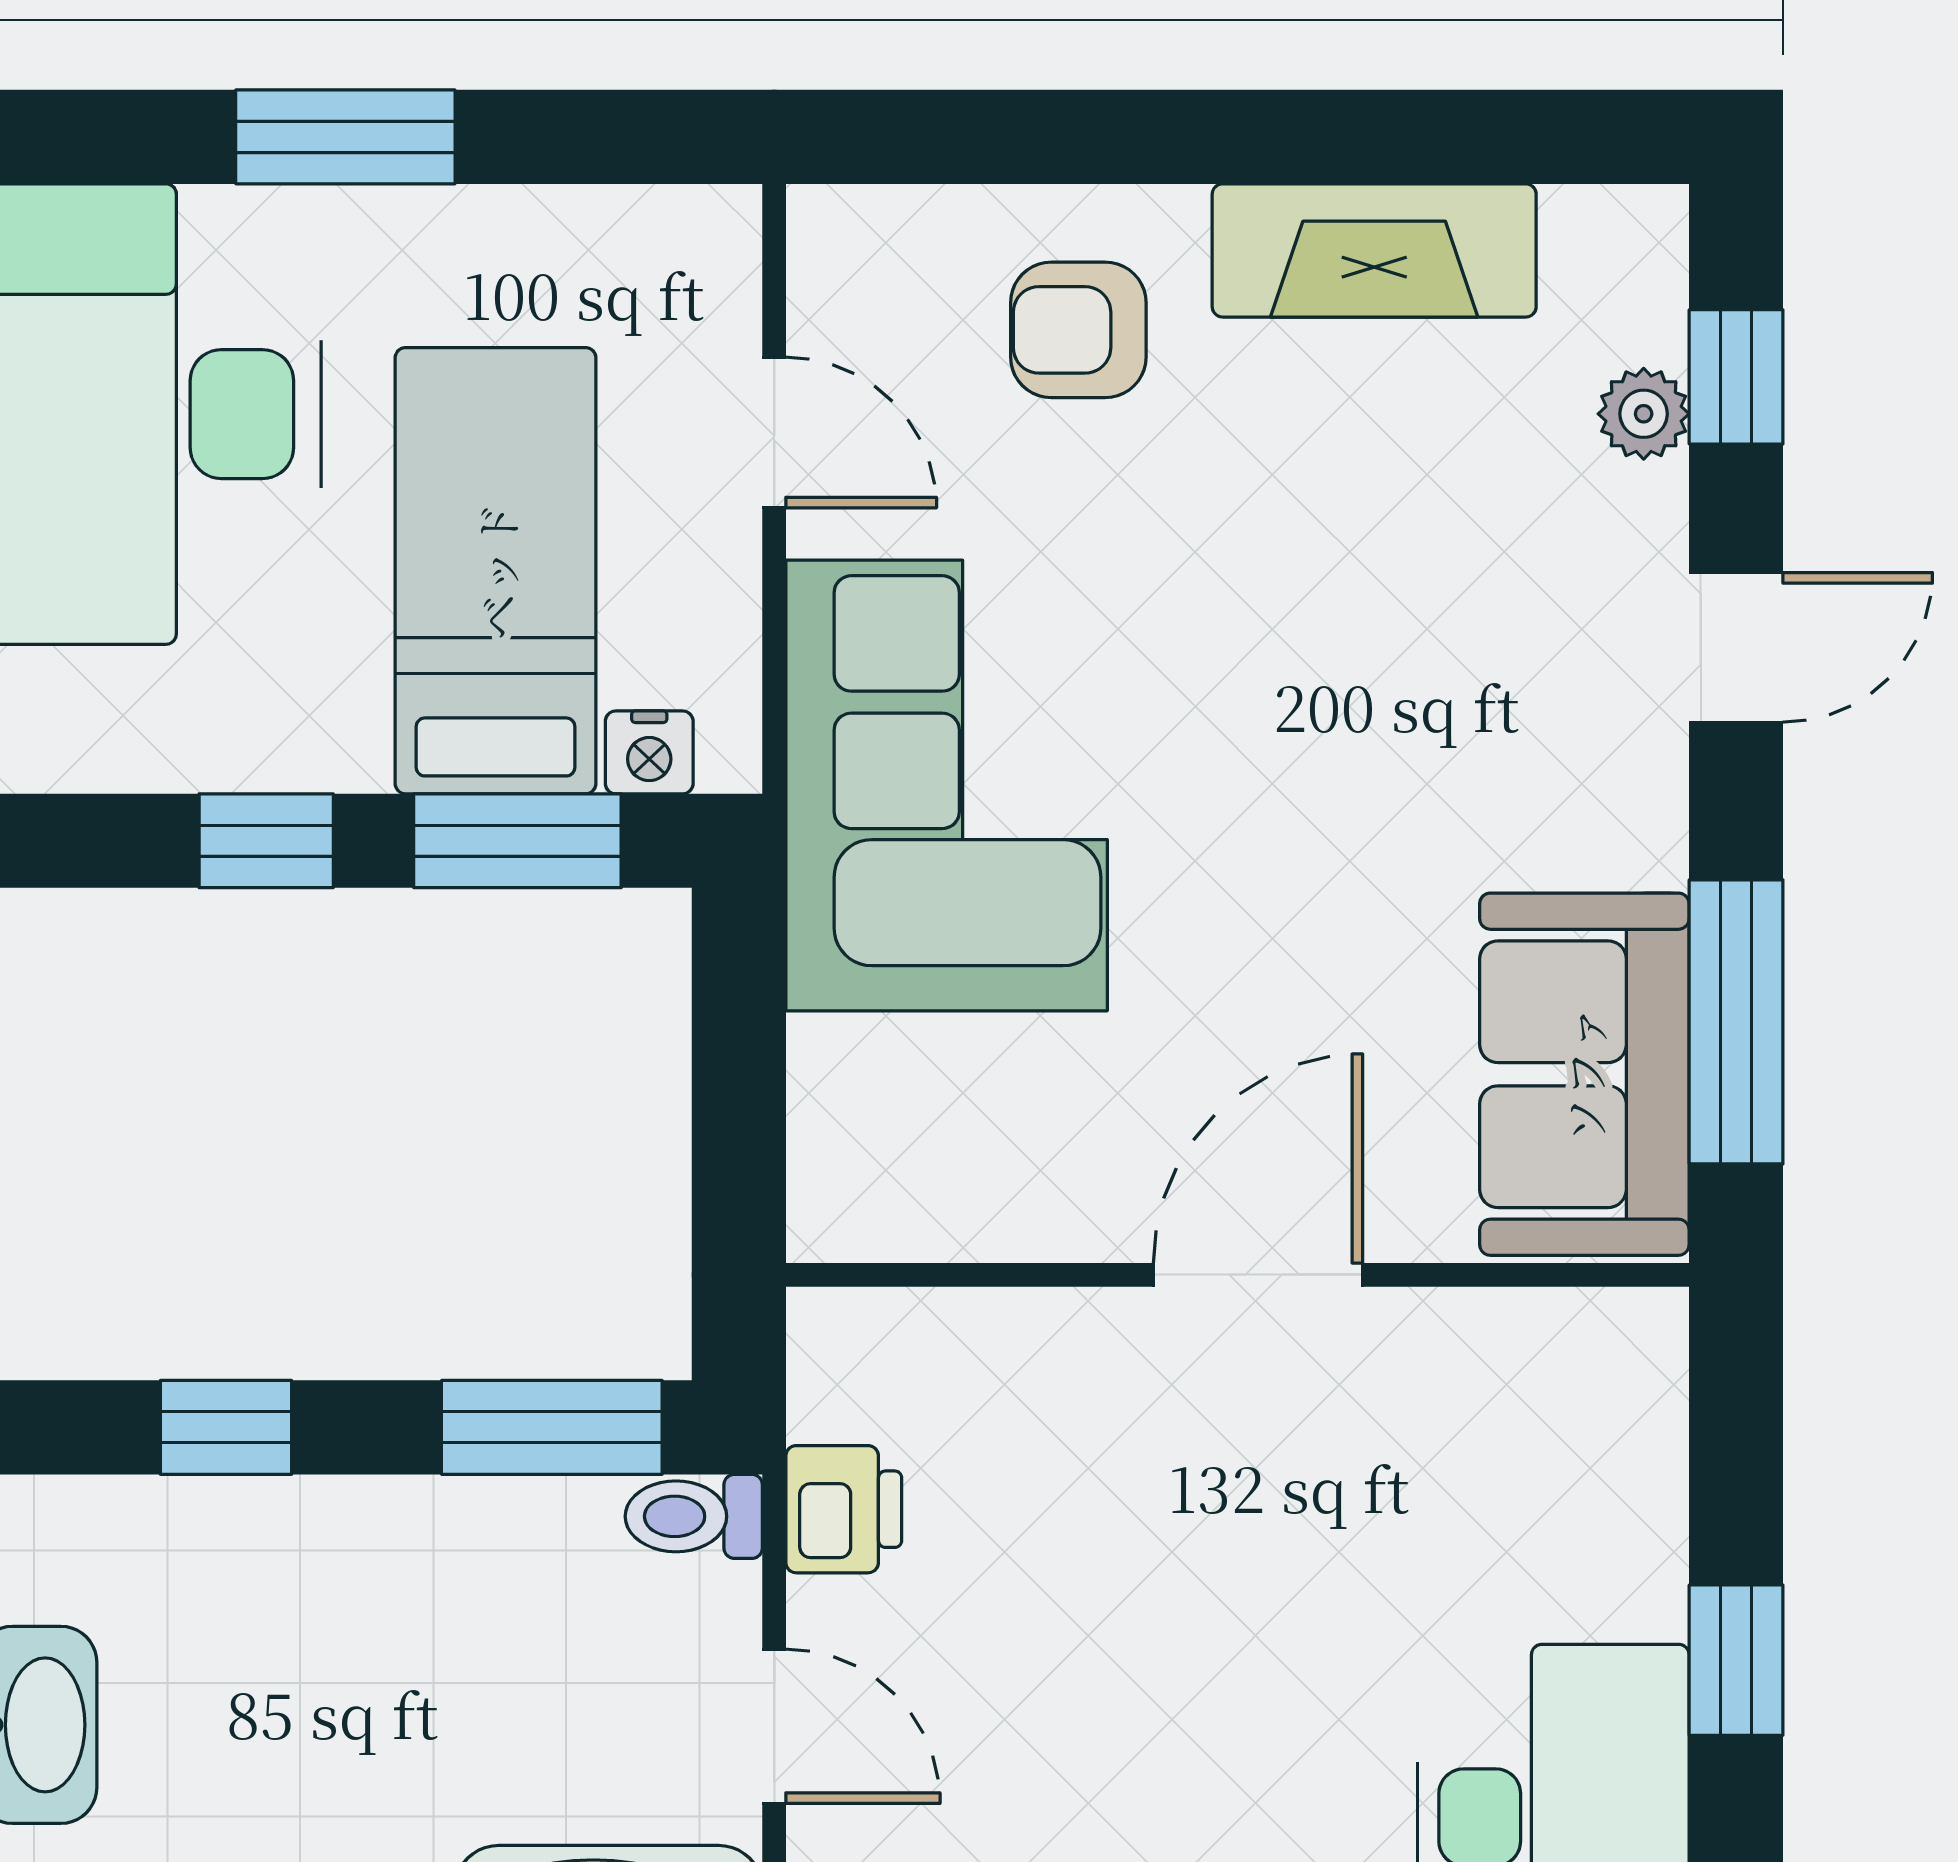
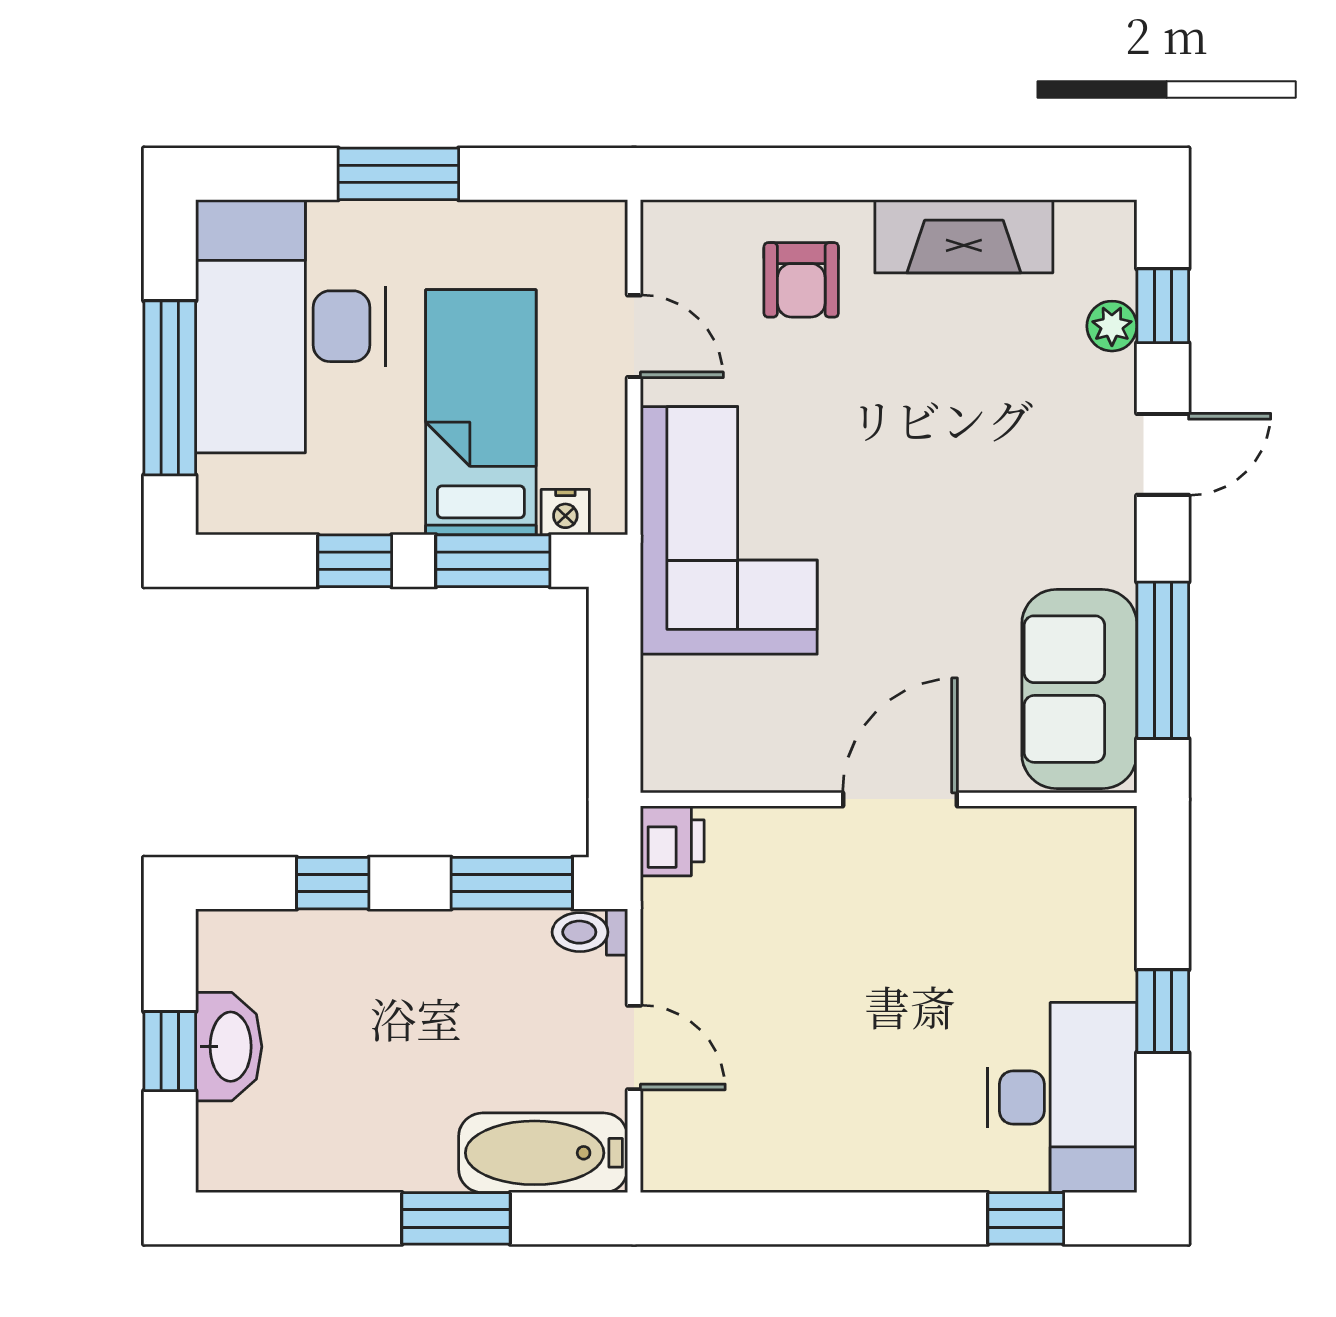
armchair: (1078, 330) -> (801, 280), turned -90
printer: (844, 1509) -> (672, 841), moved

